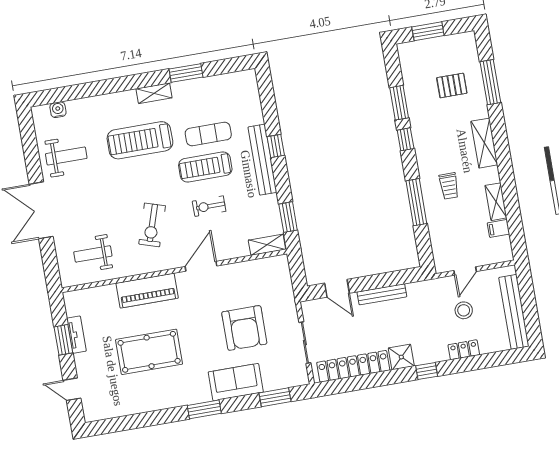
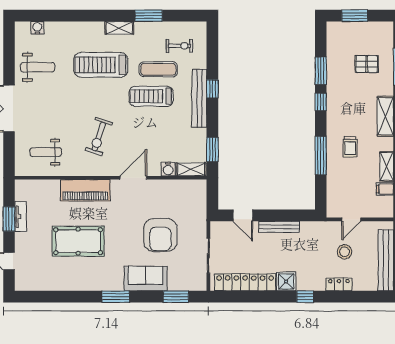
exercise bike: (209, 206) -> (179, 46), moved, turned 180
water cooler: (240, 249) -> (168, 169), added

